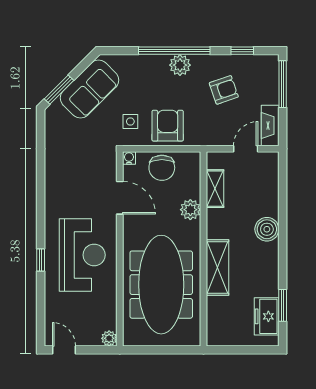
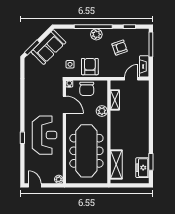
boiler: (267, 229) -> (142, 121), removed
shelving: (218, 267) -> (116, 165), moved

